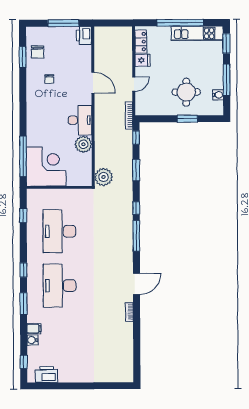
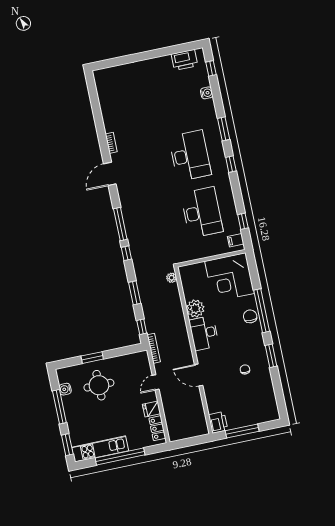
chair: (38, 52) -> (250, 316), moved
window: (23, 57) -> (271, 356), moved
window: (23, 156) -> (262, 311), moved
plant: (104, 177) -> (172, 278), width x0.53, depth x0.53
filing cabinet: (34, 329) -> (236, 240), moved

